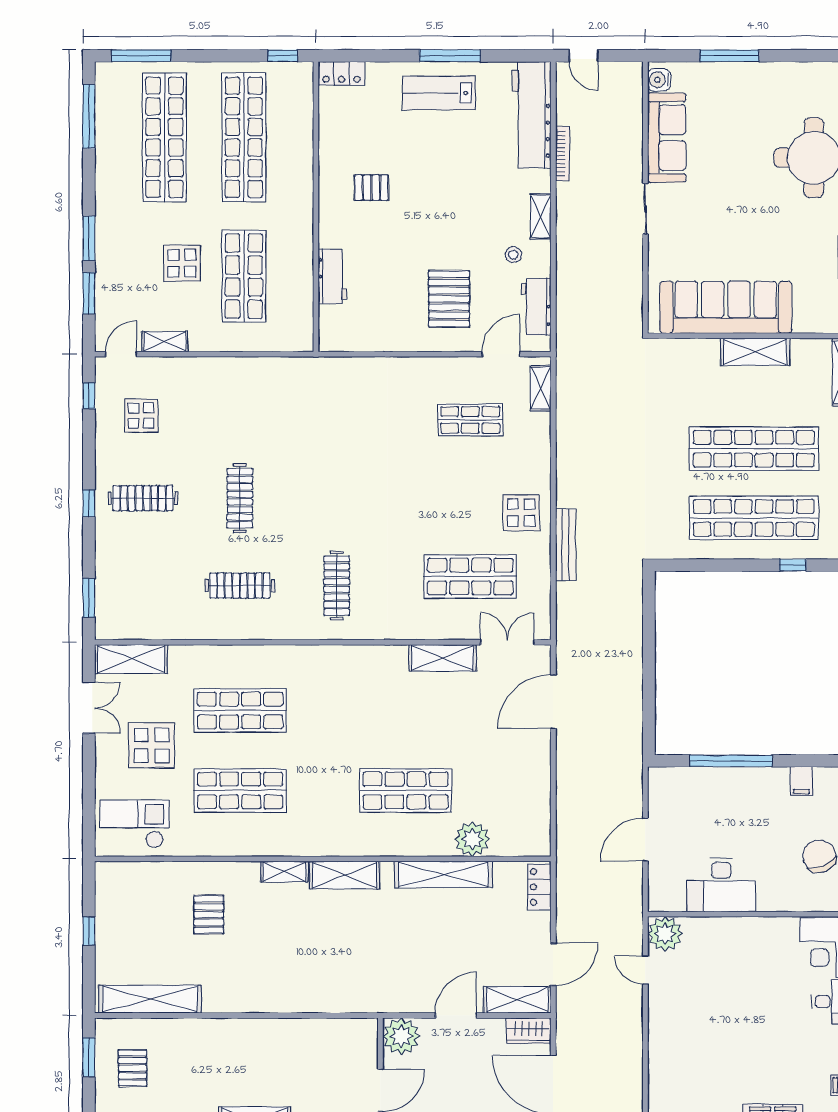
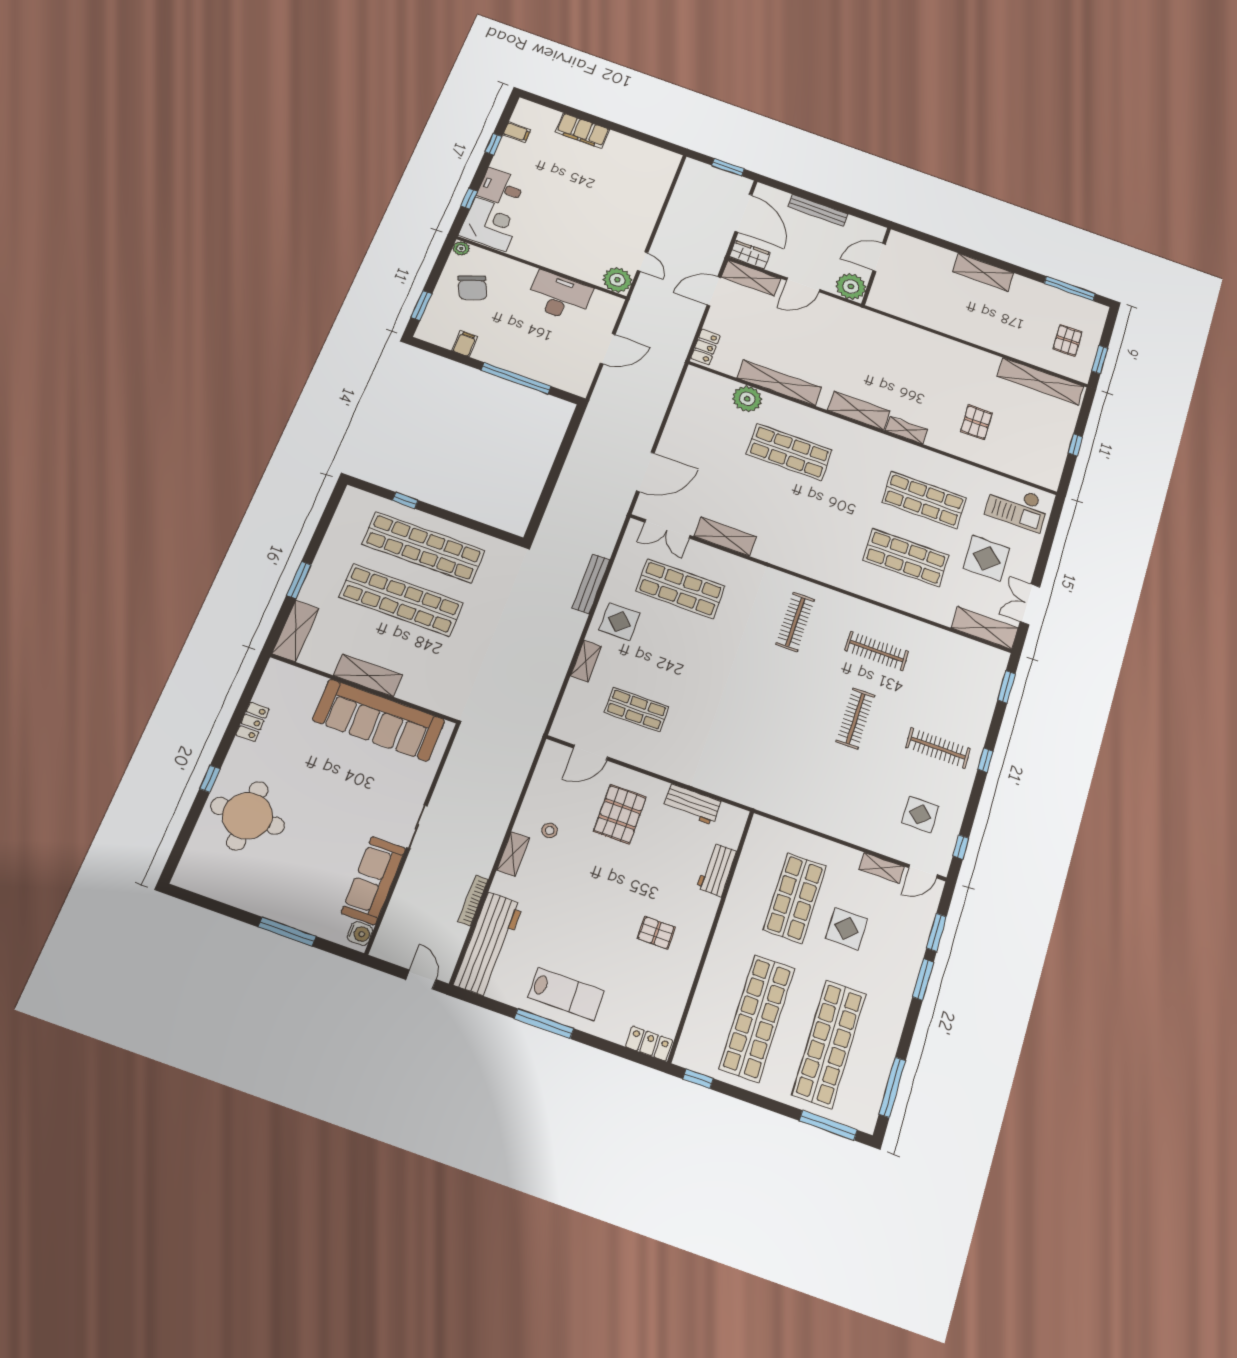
workbench: (536, 307) -> (692, 804), moved, turned 90
shelving: (541, 388) -> (586, 661), moved

